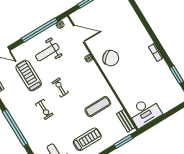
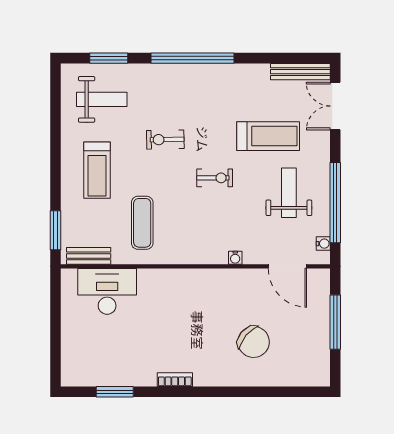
door: (79, 34) -> (287, 266), hinge flipped
chair: (111, 58) -> (254, 342), moved, turned -100
exercise bike: (44, 109) -> (165, 140), moved
desk: (145, 112) -> (107, 291), moved, turned 90

